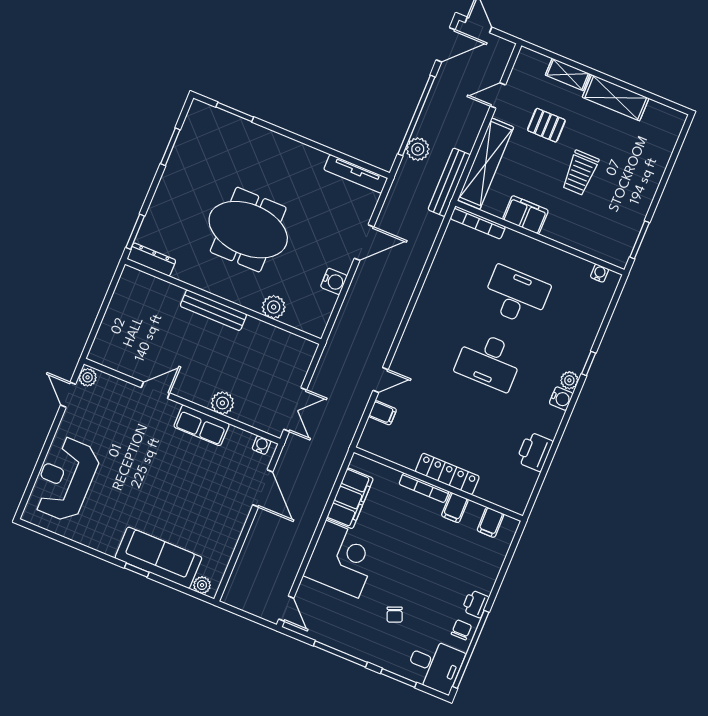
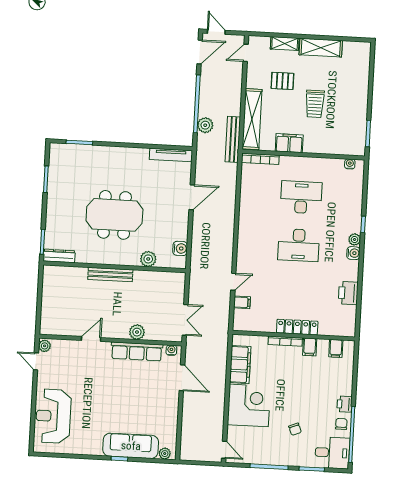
door: (498, 95) -> (246, 53), moved
water cooler: (334, 281) -> (180, 248), moved
row of seats: (202, 425) -> (137, 351), width x1.48

